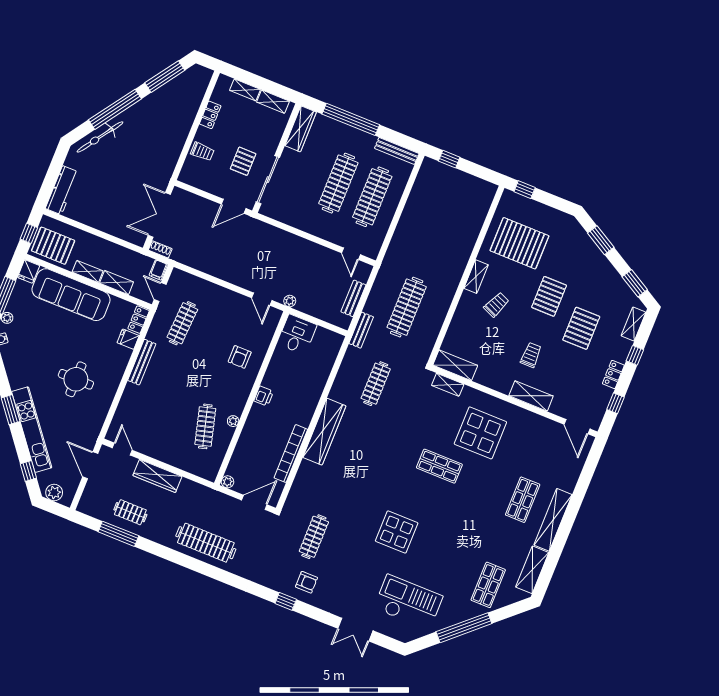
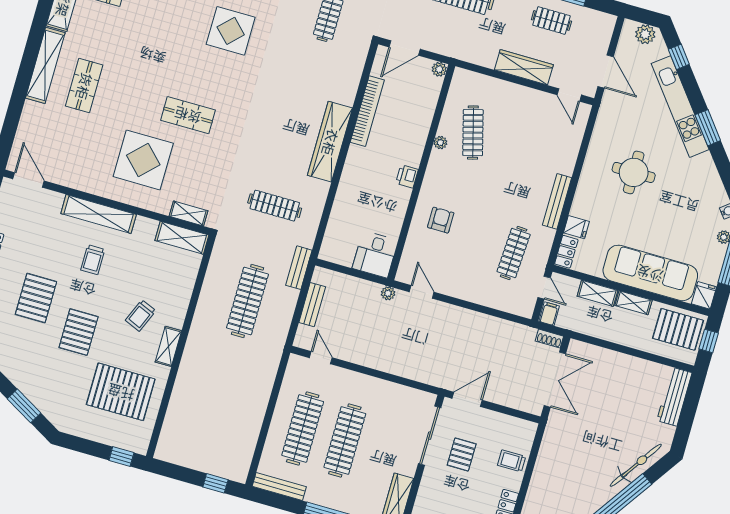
clothes rail: (376, 384) -> (275, 206), turned 90
shelving: (531, 396) -> (99, 214), width x1.47

